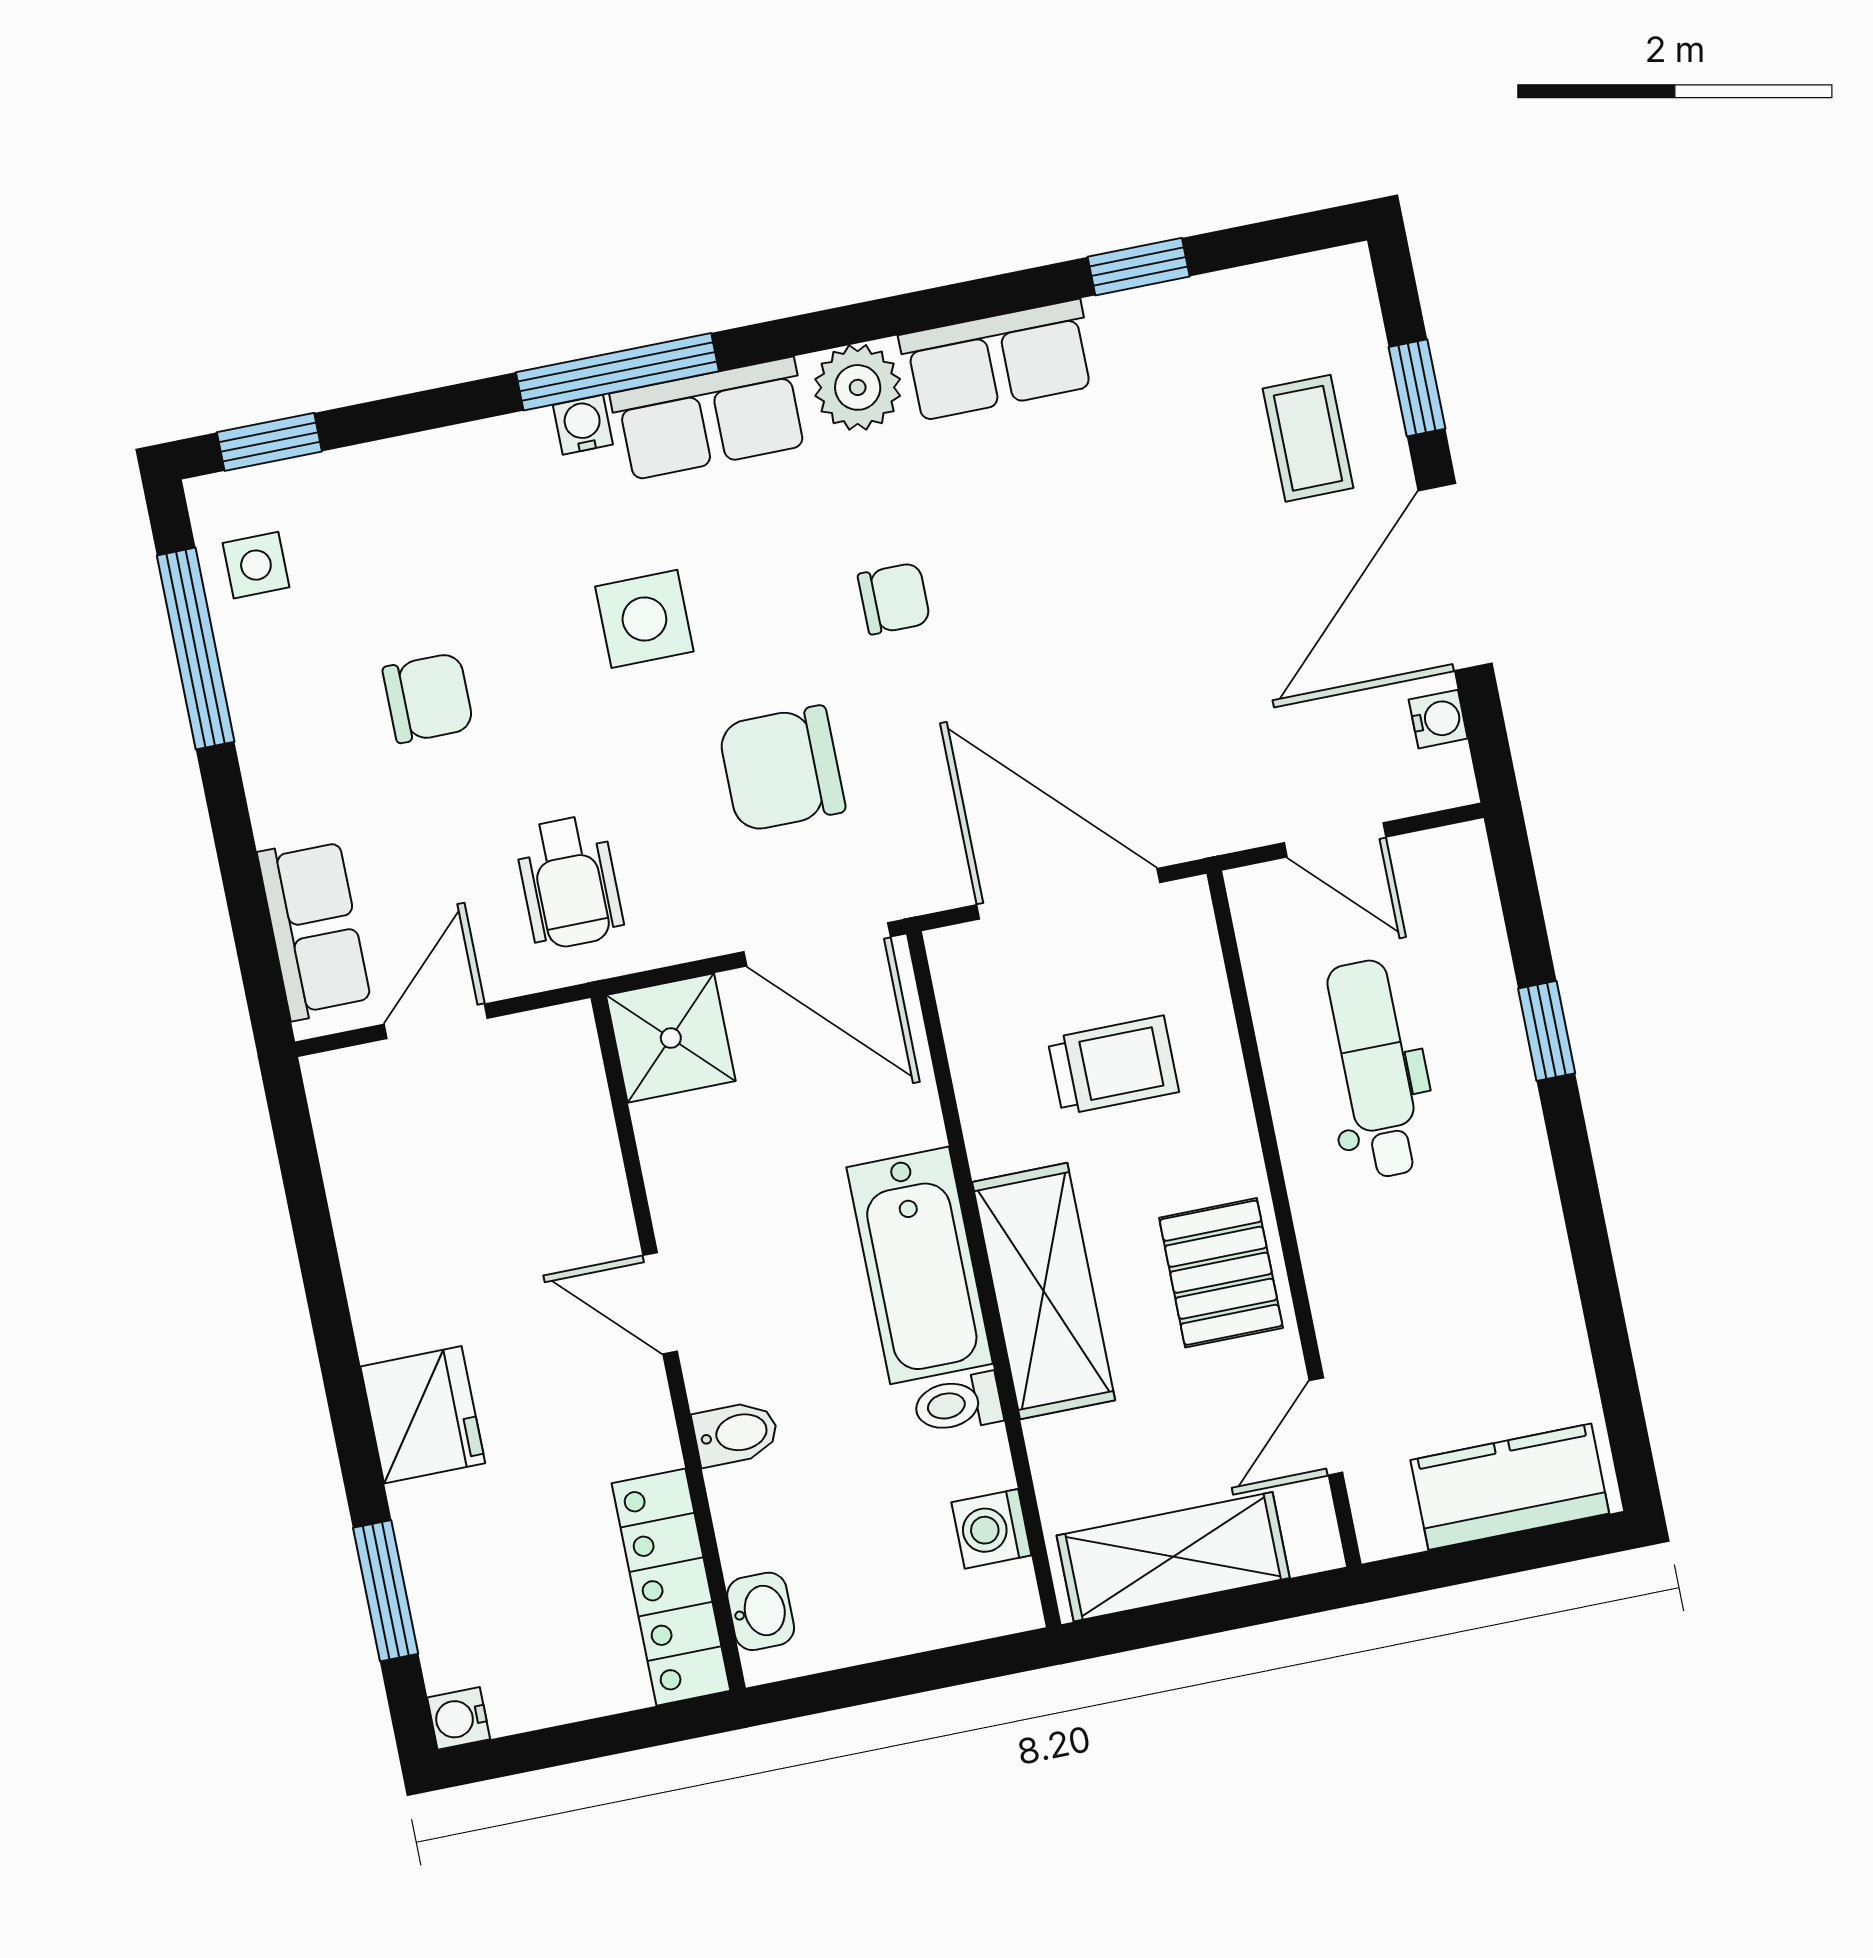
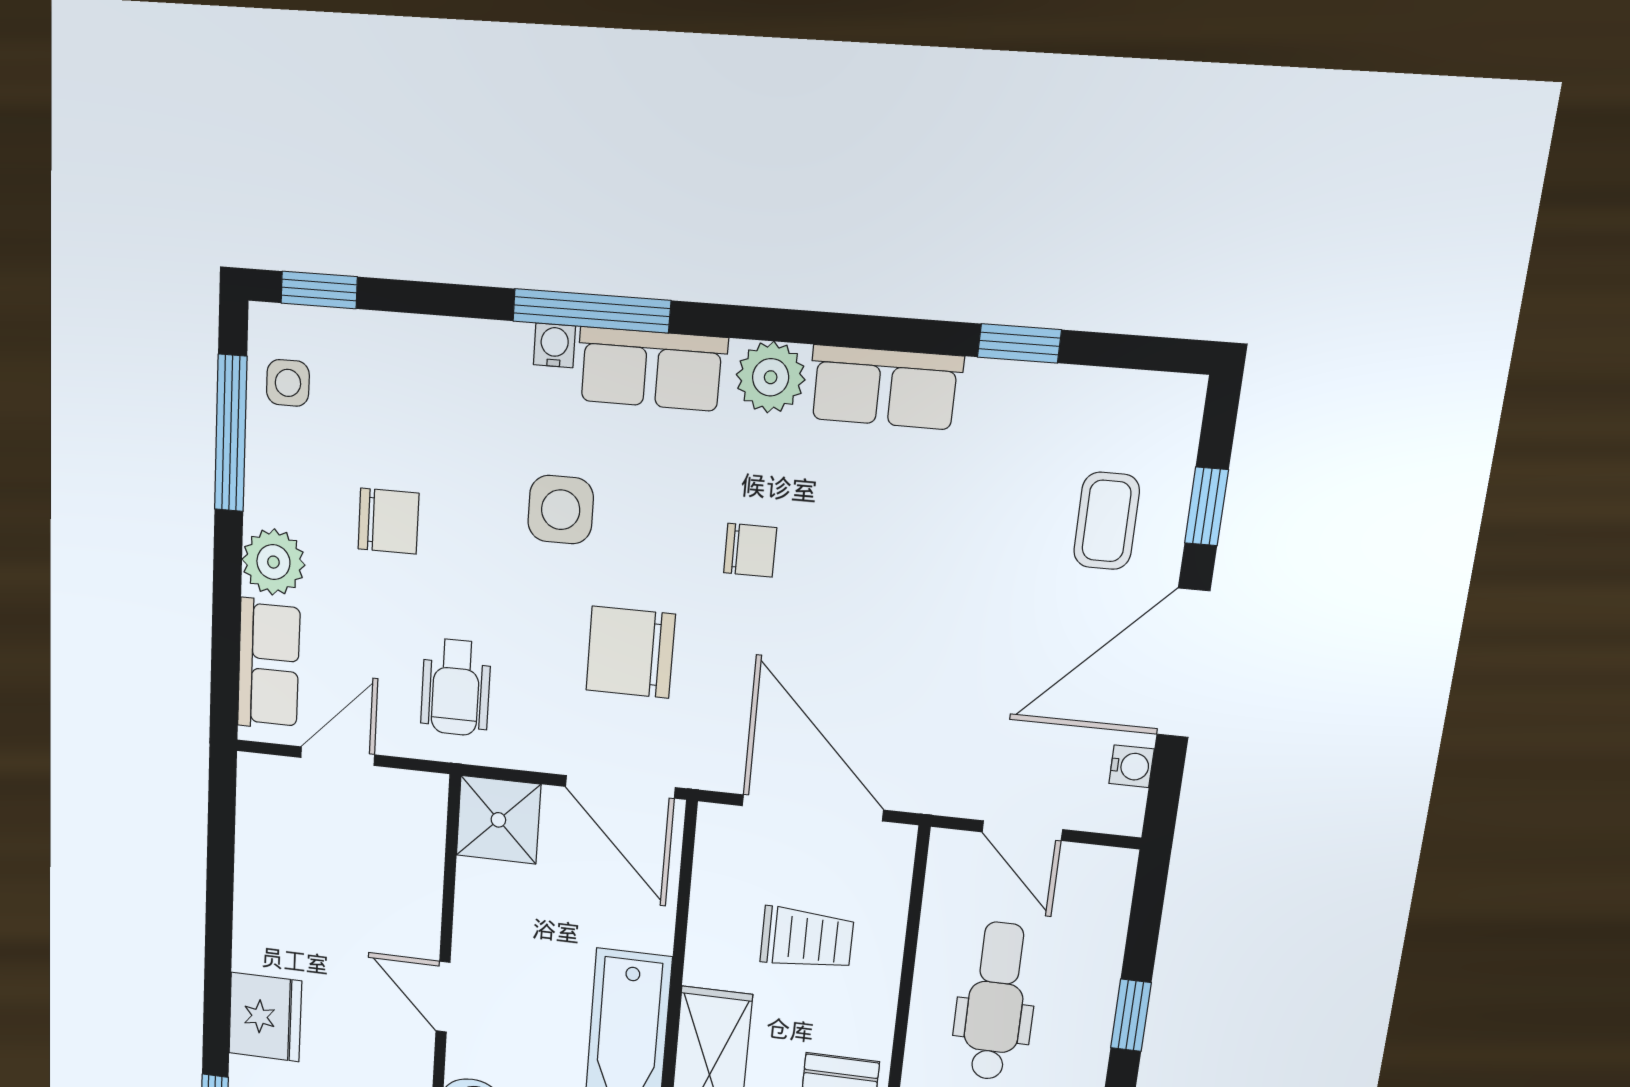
plant: (290, 794) -> (273, 562), added

